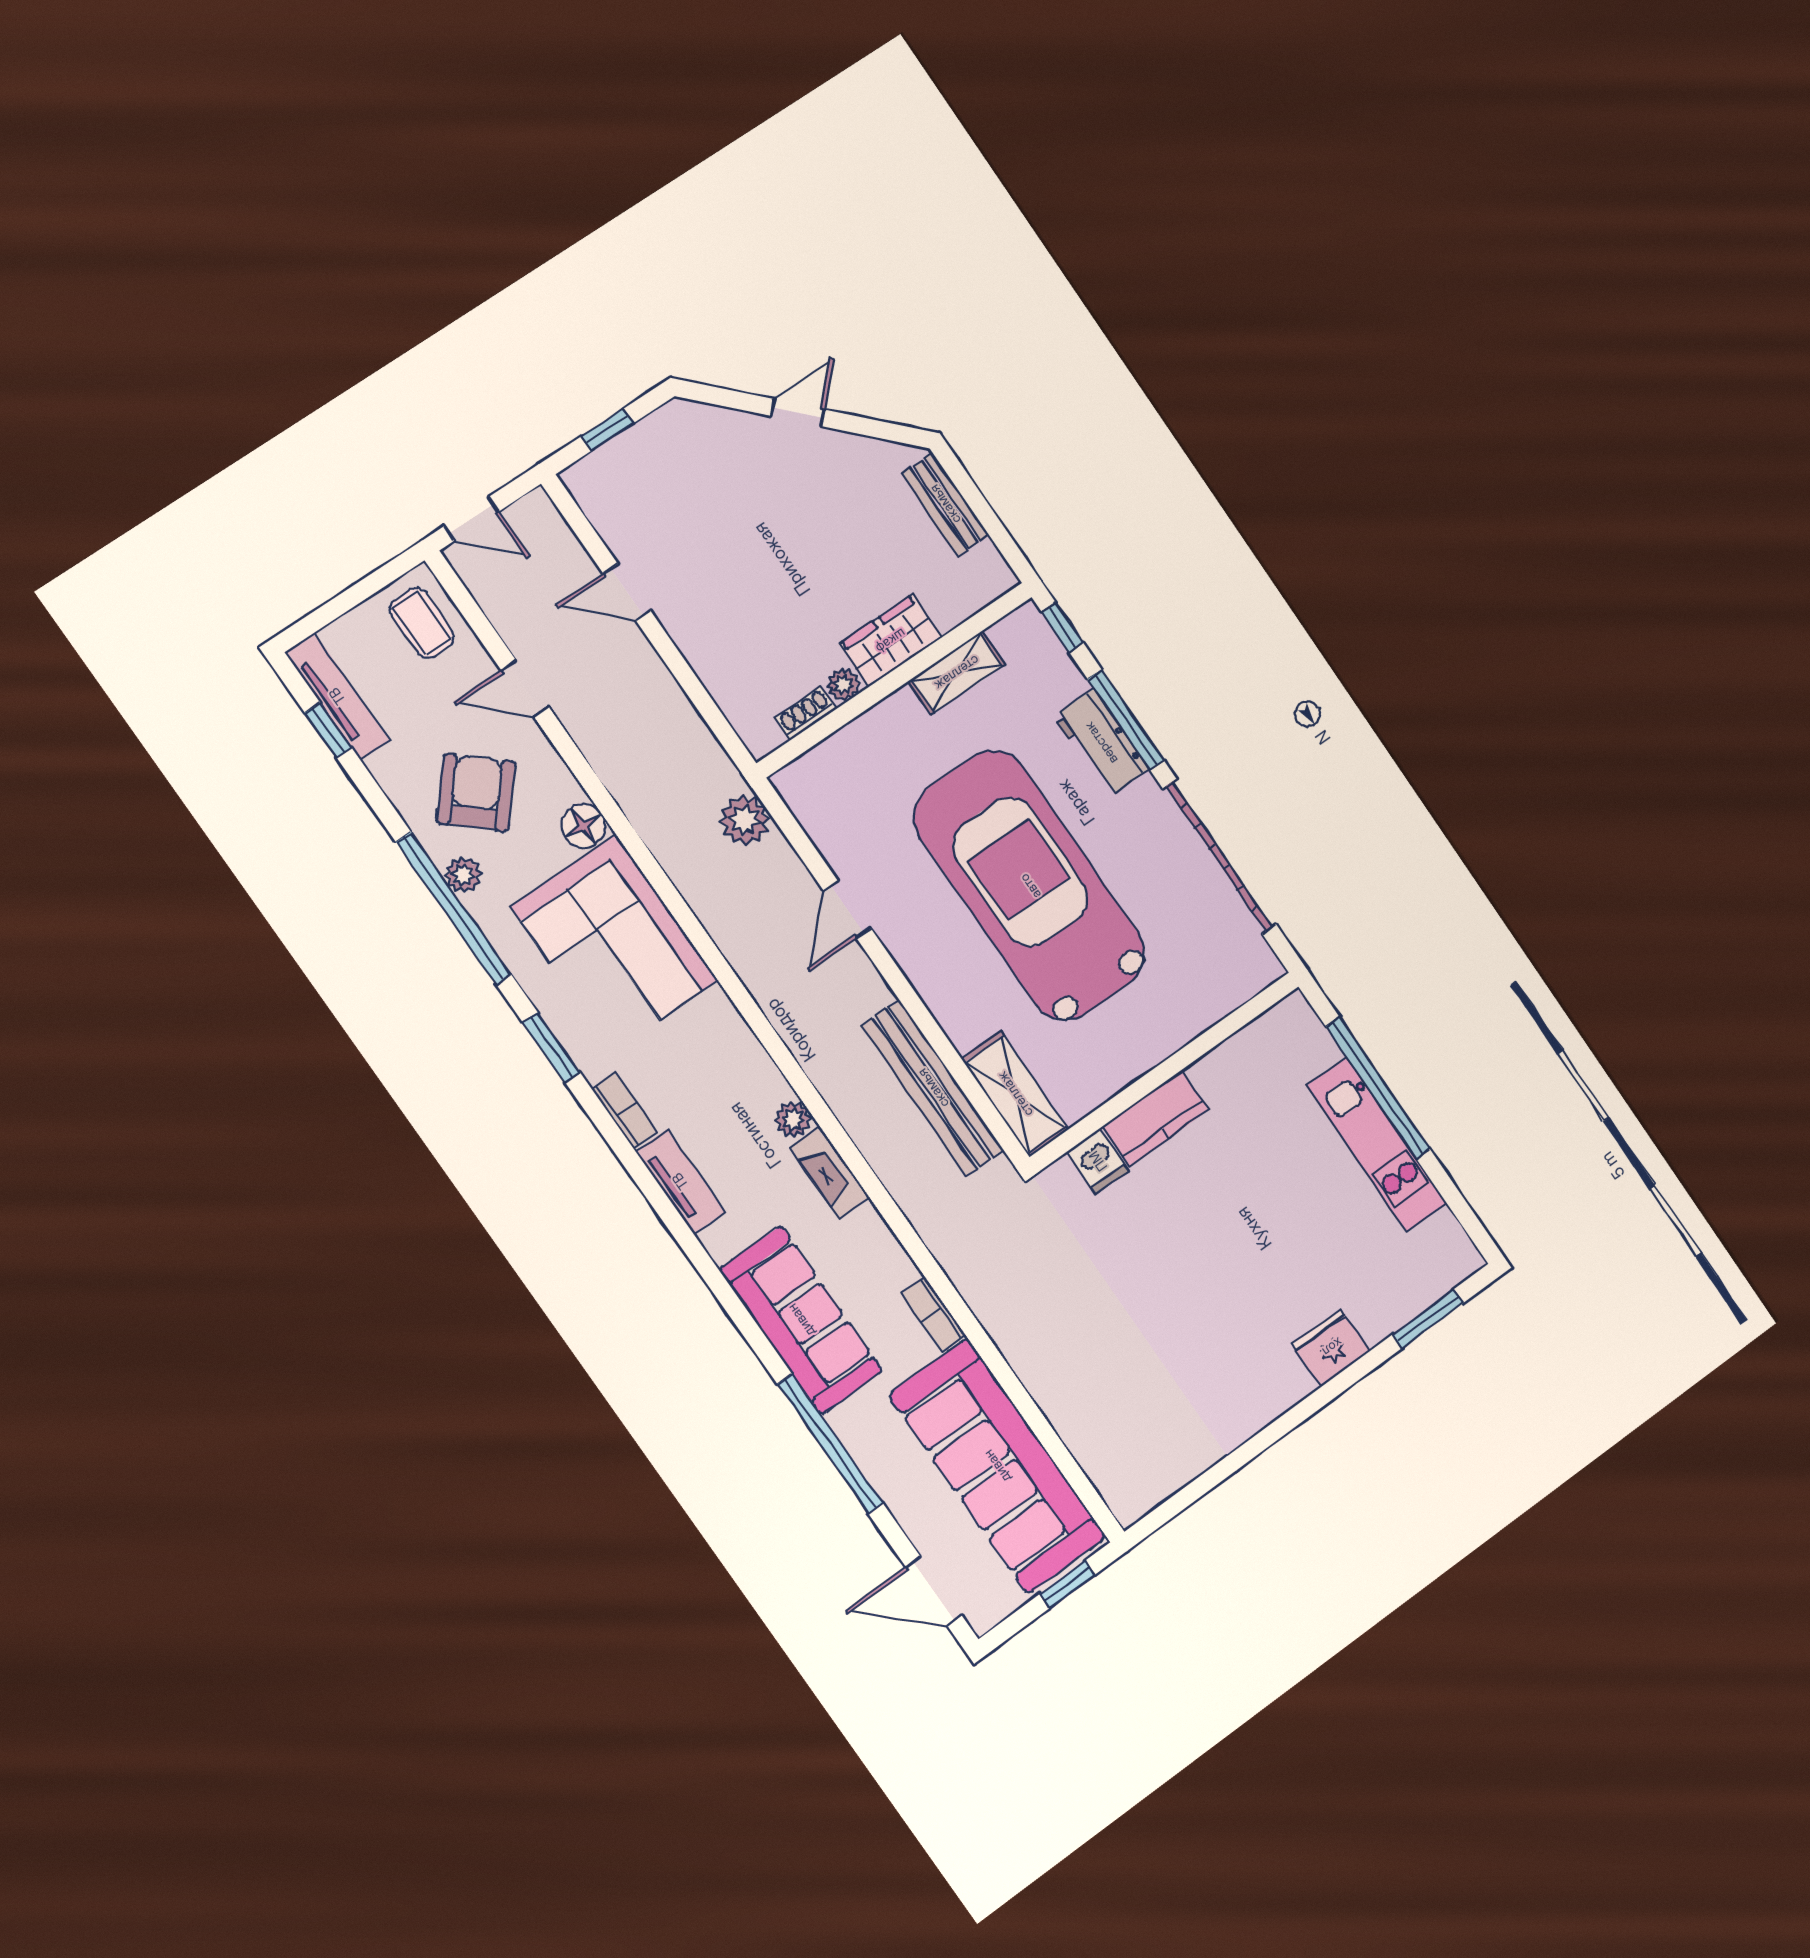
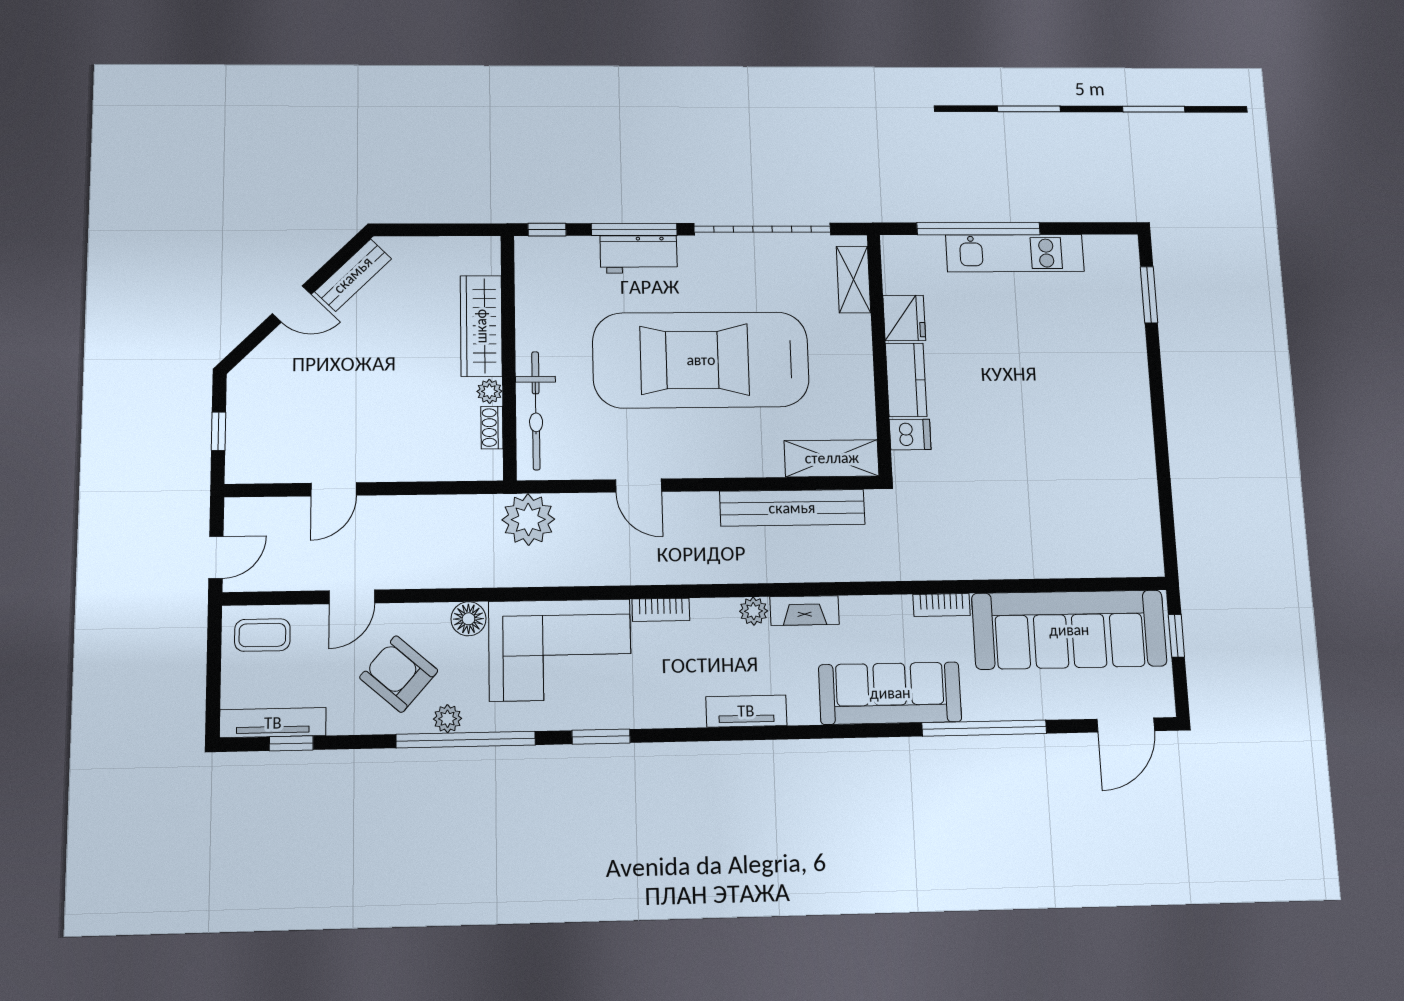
door: (797, 413) -> (292, 304), swing flipped
bench: (945, 504) -> (353, 275), moved, turned -45
wardrobe: (891, 641) -> (481, 326), width x1.50
shelving: (957, 673) -> (853, 279), moved
bicycle: (856, 747) -> (536, 411), added
plant: (745, 820) -> (528, 520), width x1.36, depth x1.36
bookcase: (624, 1111) -> (661, 610), moved, turned 180
fridge: (1331, 1348) -> (904, 318), moved, turned 180

